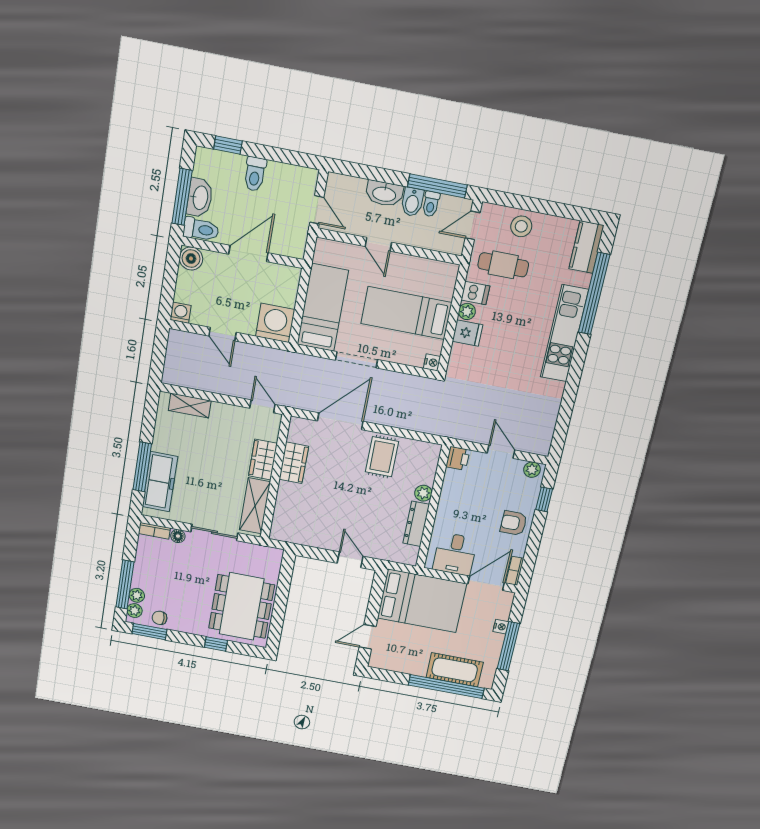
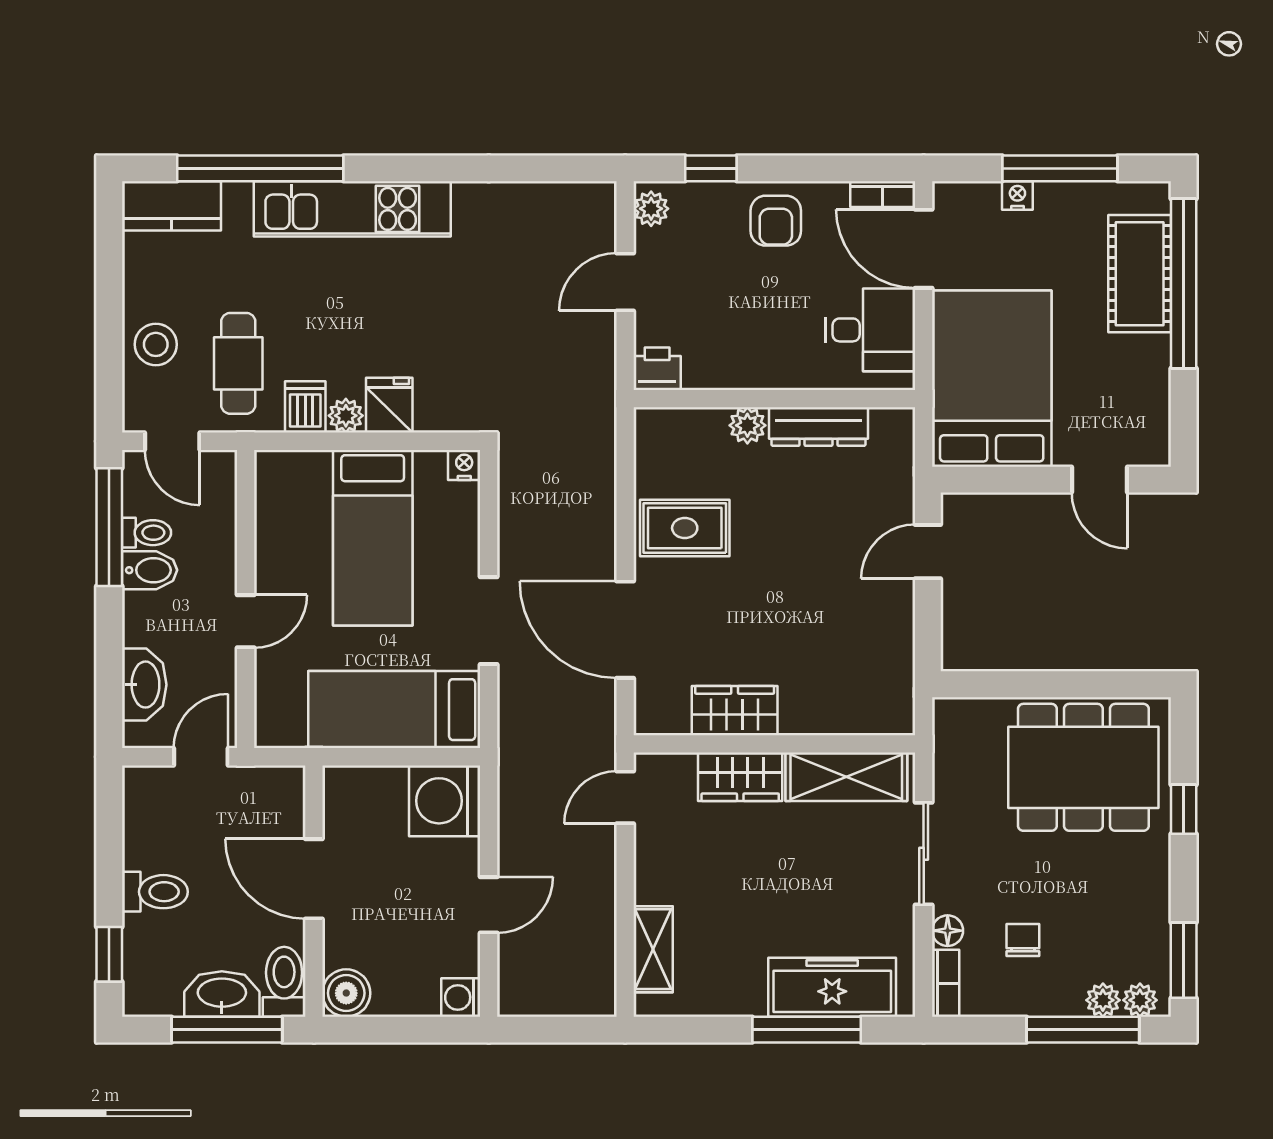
washbasin: (384, 194) -> (144, 685), moved
chair: (160, 618) -> (1023, 940), moved, turned 180

